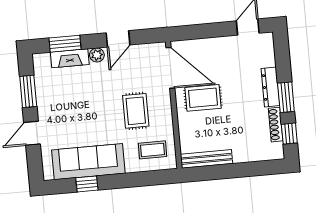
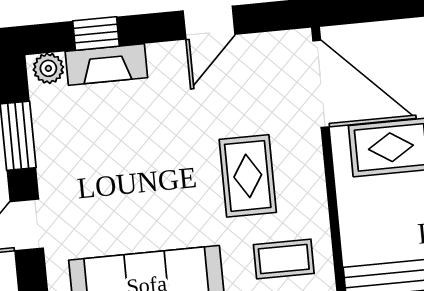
window: (65, 44) -> (96, 34), width x0.67
plant: (97, 55) -> (48, 68), moved

